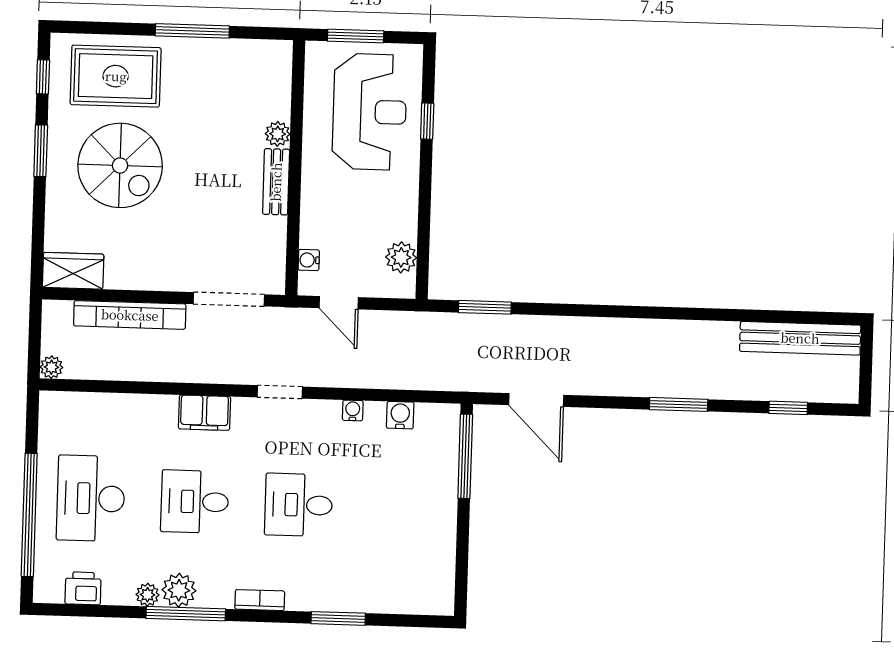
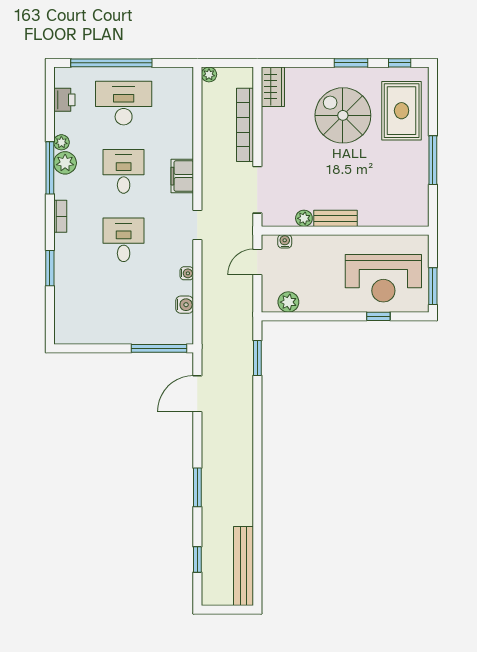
window: (356, 36) -> (433, 286), moved
plant: (278, 134) -> (304, 218), moved
spiral stairs: (120, 165) -> (343, 115), turned 90

